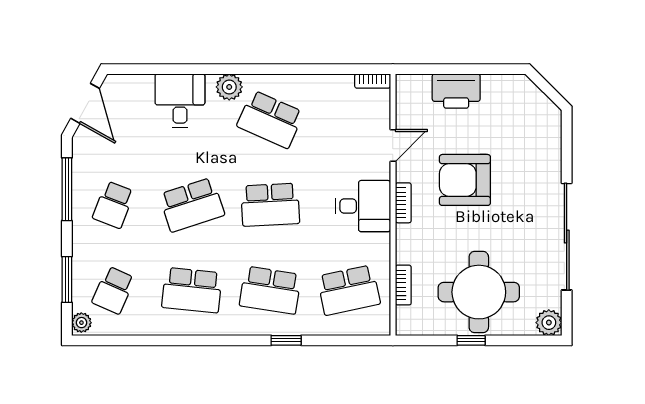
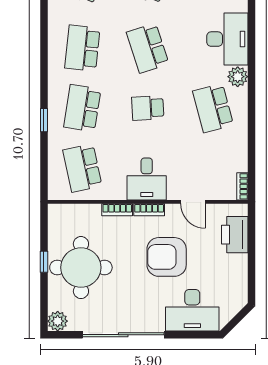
printer: (456, 91) -> (235, 235), moved
desk: (180, 101) -> (227, 39), width x1.37
school desk: (270, 119) -> (213, 108), turned -39
desk: (535, 146) -> (192, 310), added
armchair: (465, 180) -> (167, 257), turned -90
school desk: (270, 205) -> (148, 108), width x0.54
bookcase: (403, 285) -> (117, 210), moved

